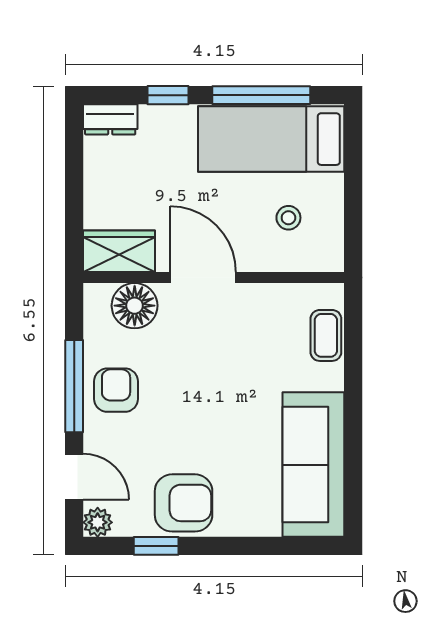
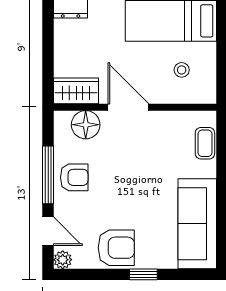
armchair: (116, 390) -> (74, 177), turned 90
window: (156, 546) -> (143, 274), moved

